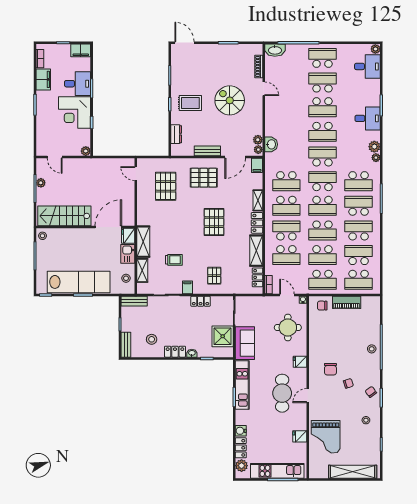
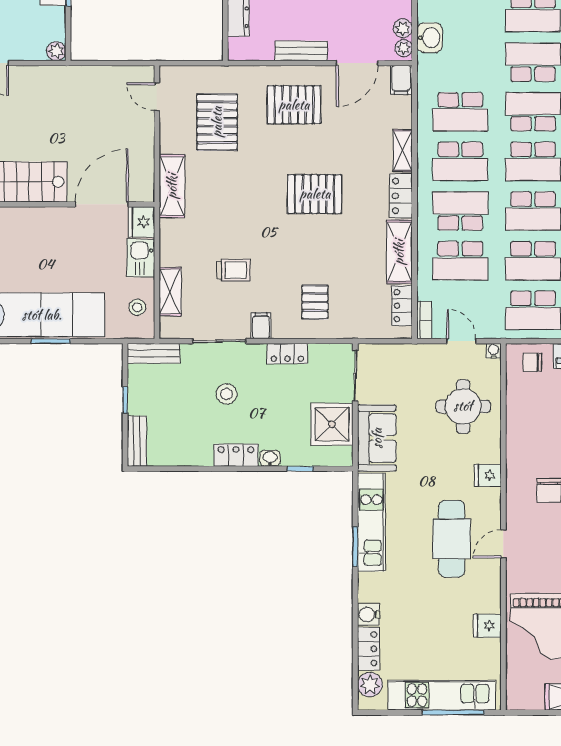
pallet: (214, 222) -> (315, 194), turned 90
shelving: (143, 242) -> (172, 186), moved
stool: (152, 339) -> (226, 394), moved

